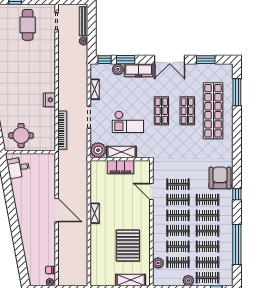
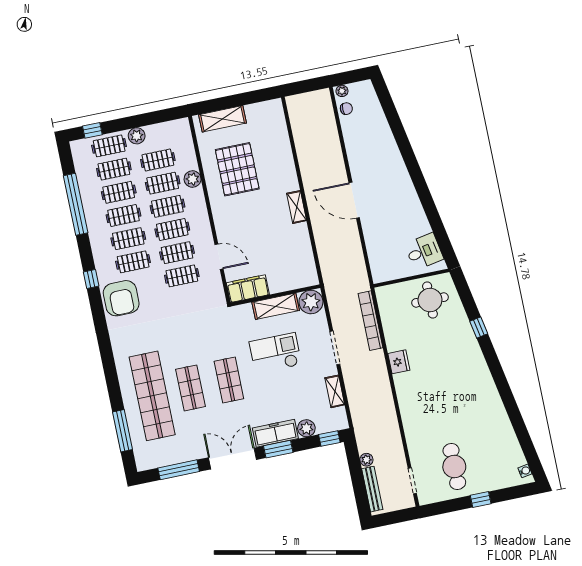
window: (126, 60) -> (278, 449), moved
window: (206, 60) -> (179, 470), width x1.44
filing cabinet: (120, 167) -> (248, 289), moved
plant: (158, 263) -> (193, 179), moved

